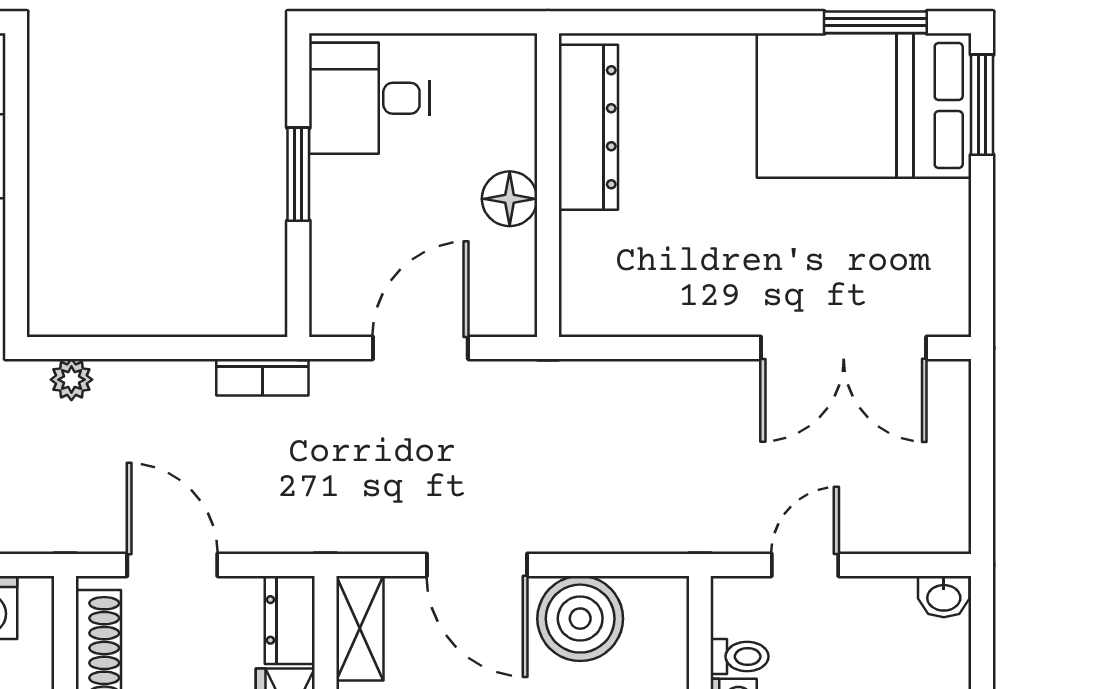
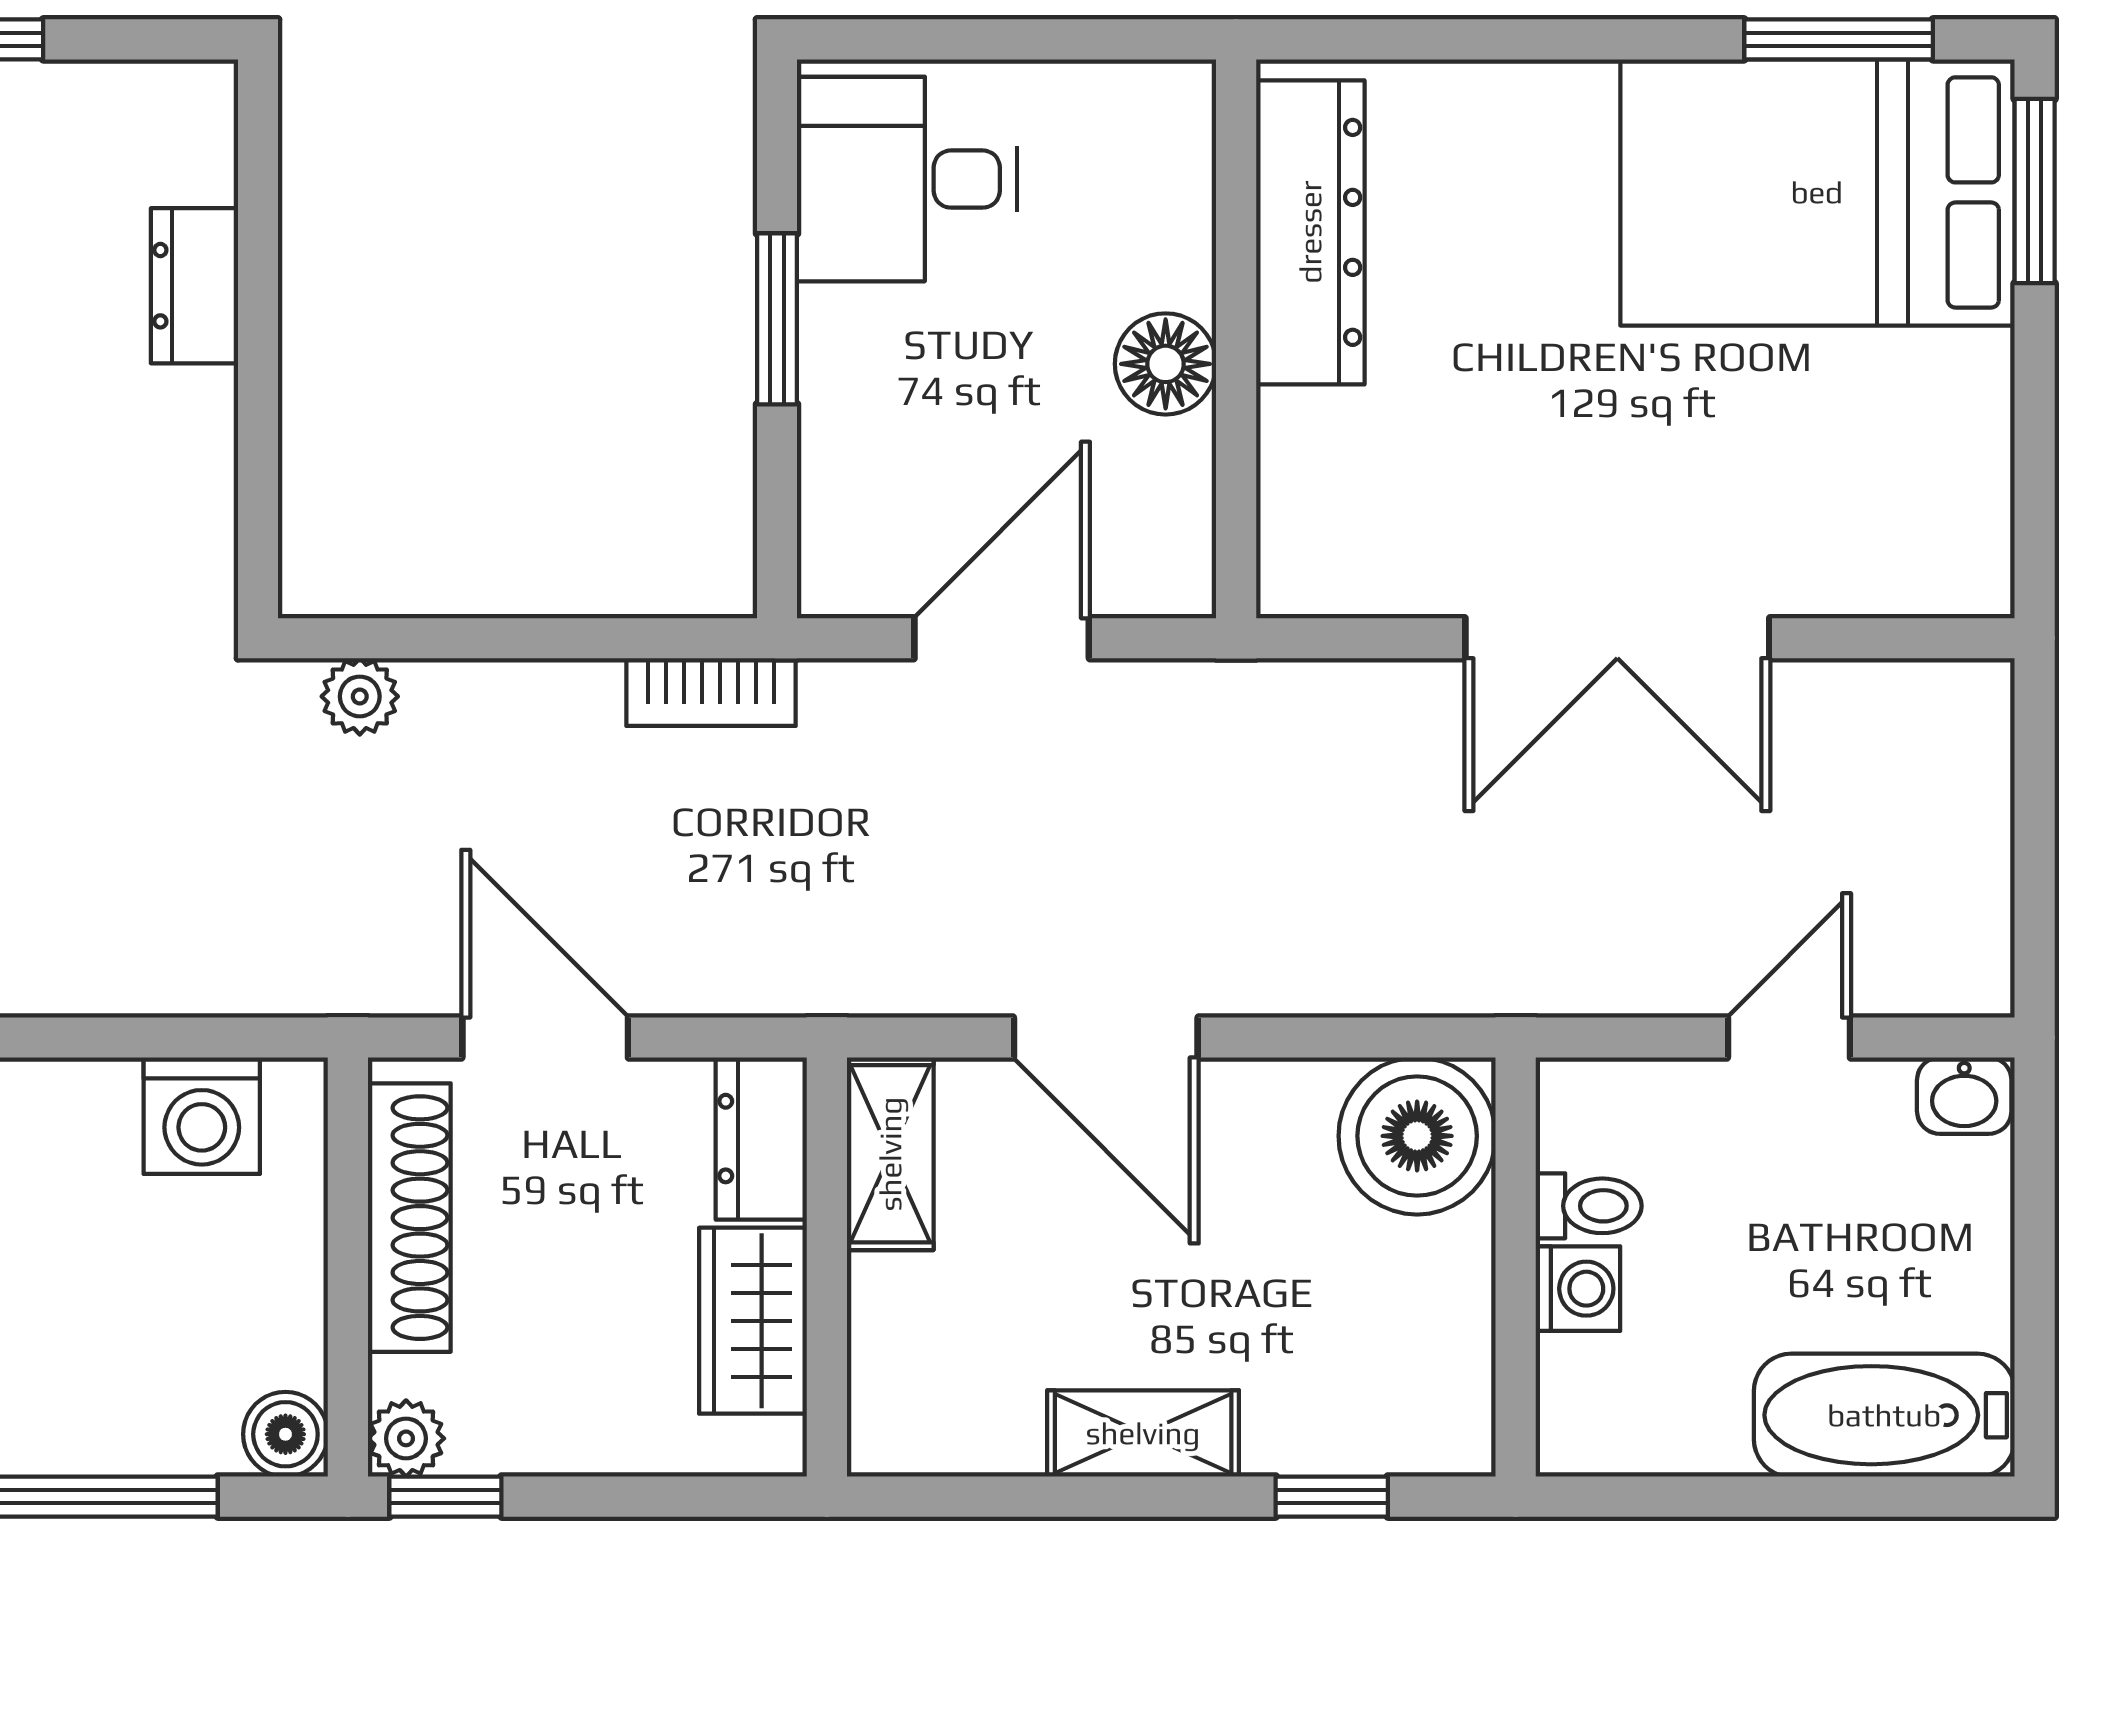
double door: (844, 348) -> (1617, 638), moved
door: (805, 565) -> (1789, 1037), moved
boiler: (580, 619) -> (1417, 1136), moved

